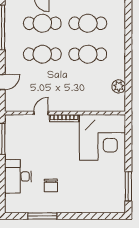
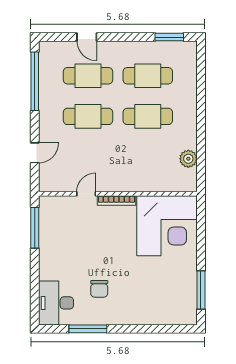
desk: (18, 176) -> (56, 303), moved

